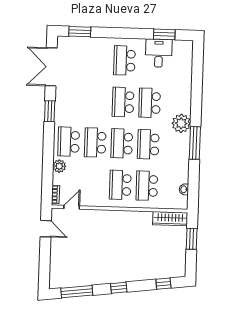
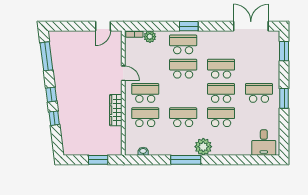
window: (164, 34) -> (284, 98), moved
desk: (159, 53) -> (264, 142), moved, turned 90
window: (50, 111) -> (189, 26), moved
school desk: (122, 143) -> (221, 69), moved
plant: (59, 166) -> (150, 37), moved
door: (72, 207) -> (123, 73), moved
wardrobe: (170, 219) -> (116, 110), moved
window: (163, 284) -> (54, 118), moved

